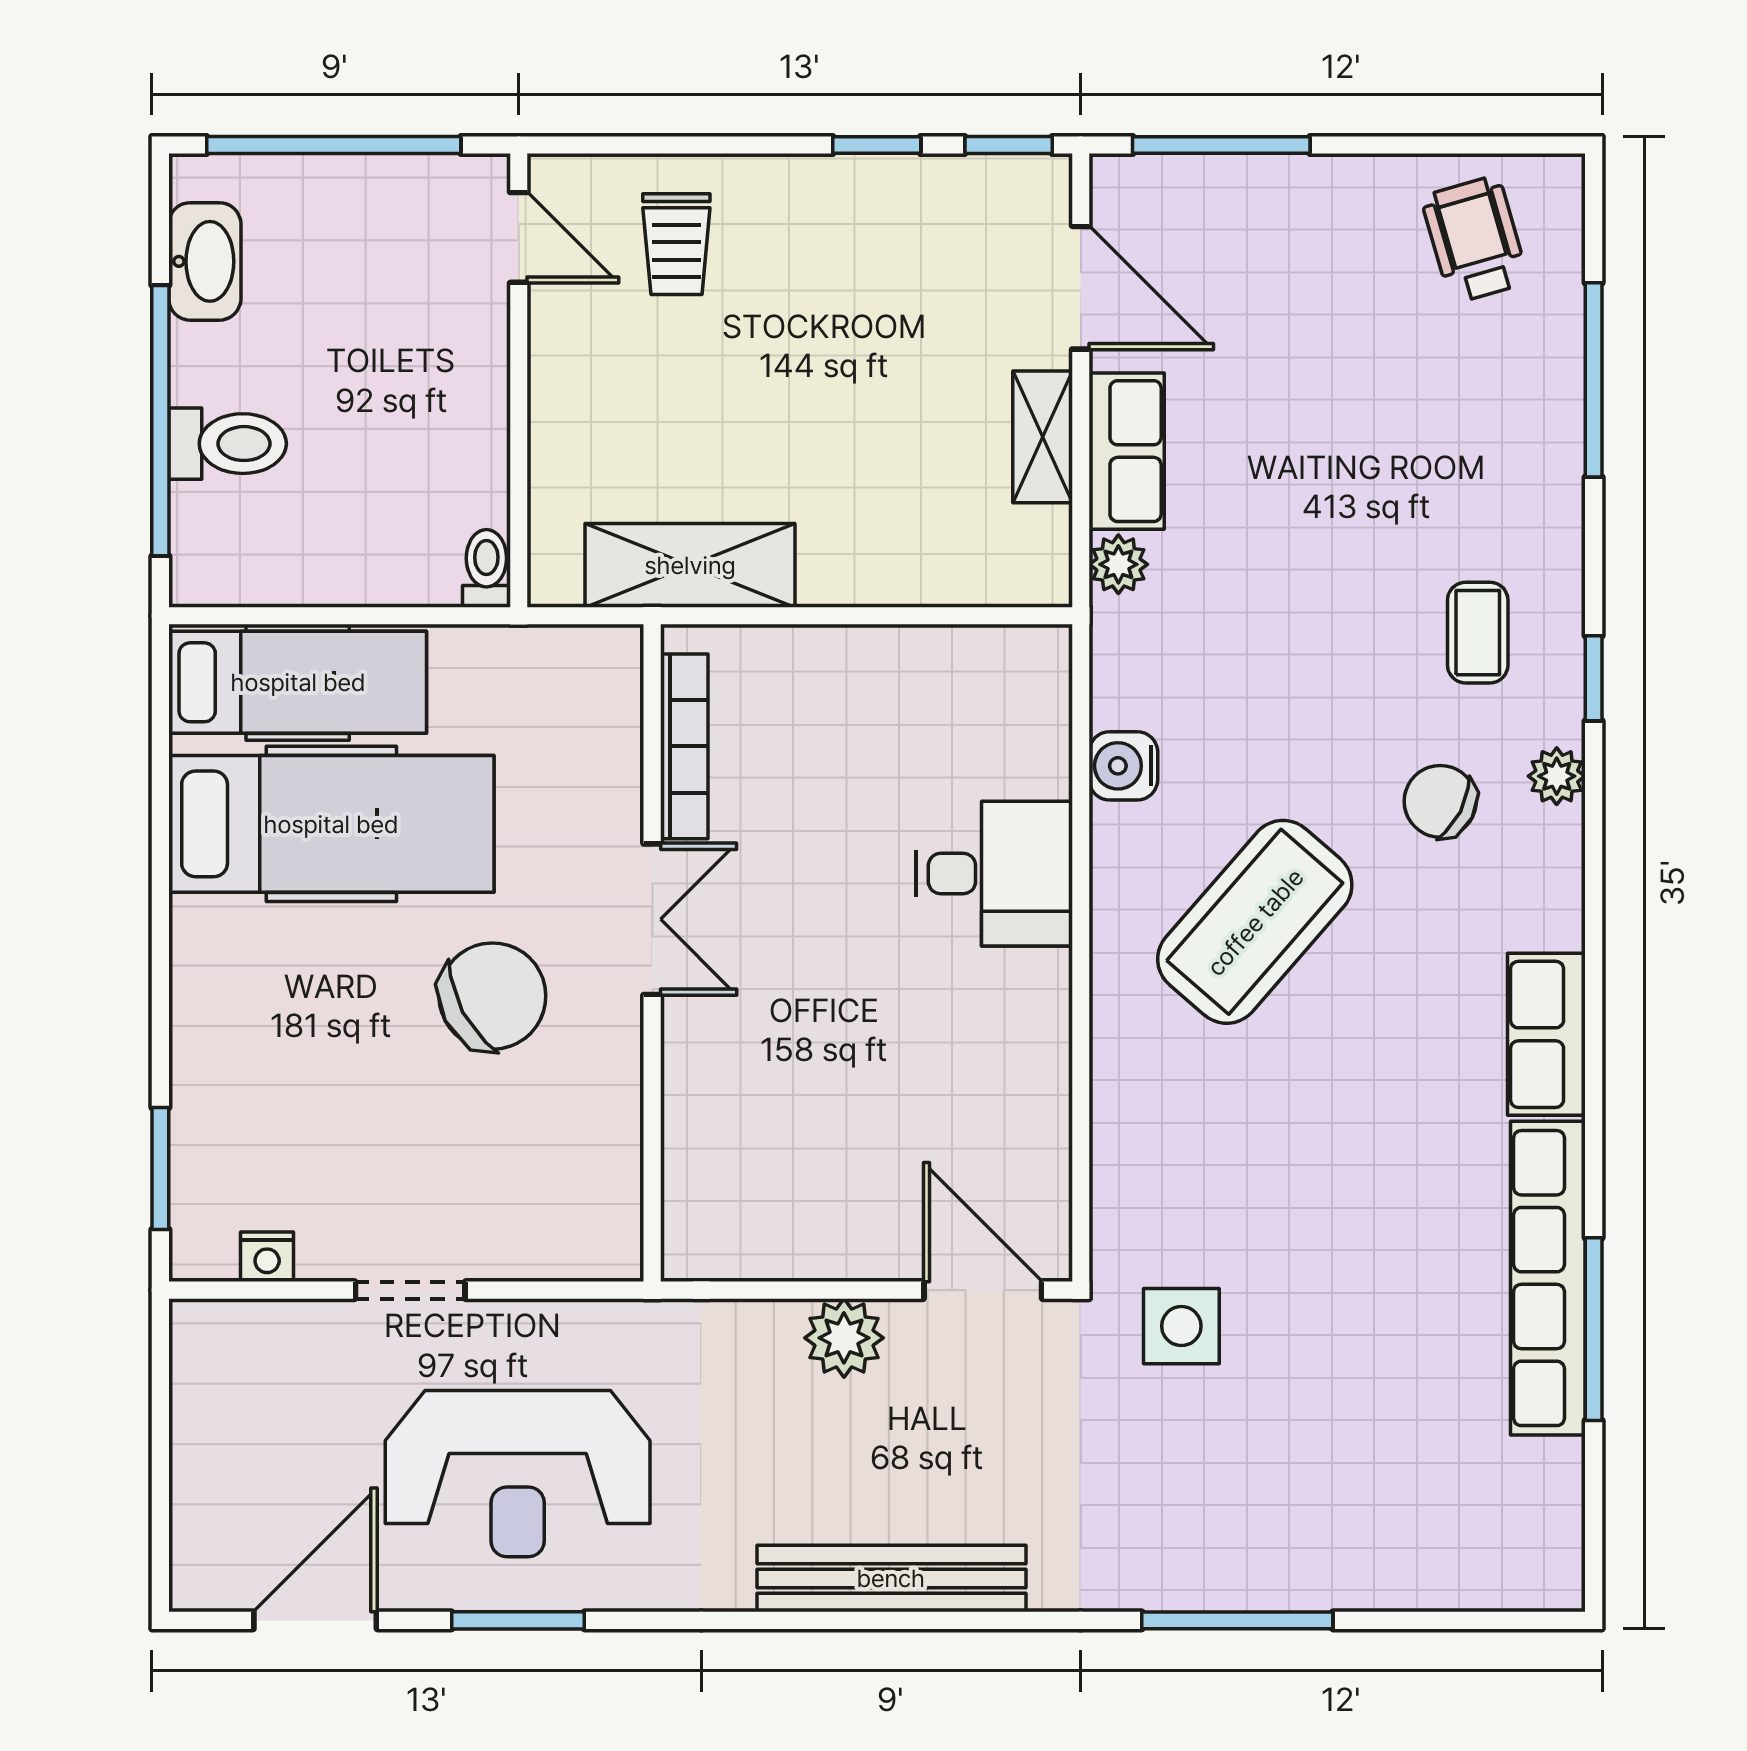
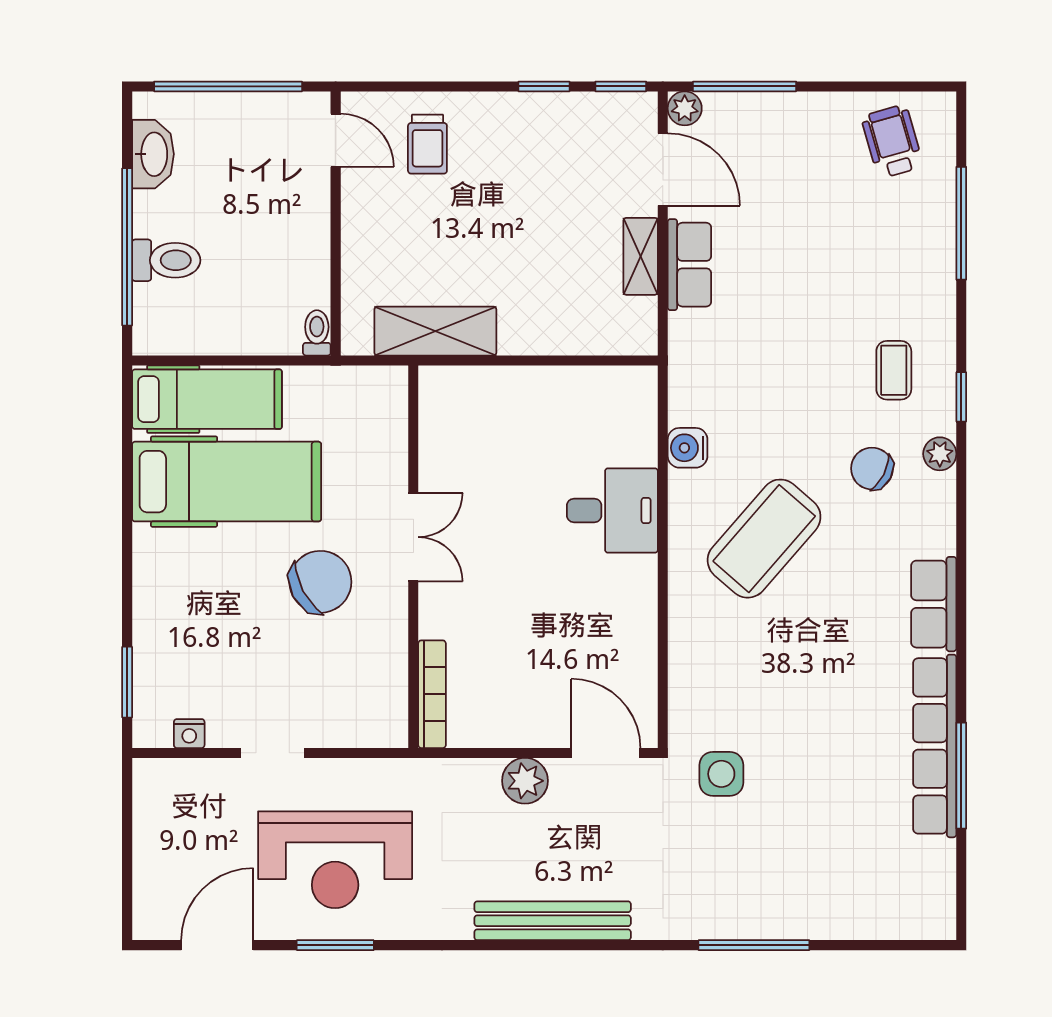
plant: (1118, 564) -> (685, 108), moved
bookcase: (684, 746) -> (432, 694), moved

